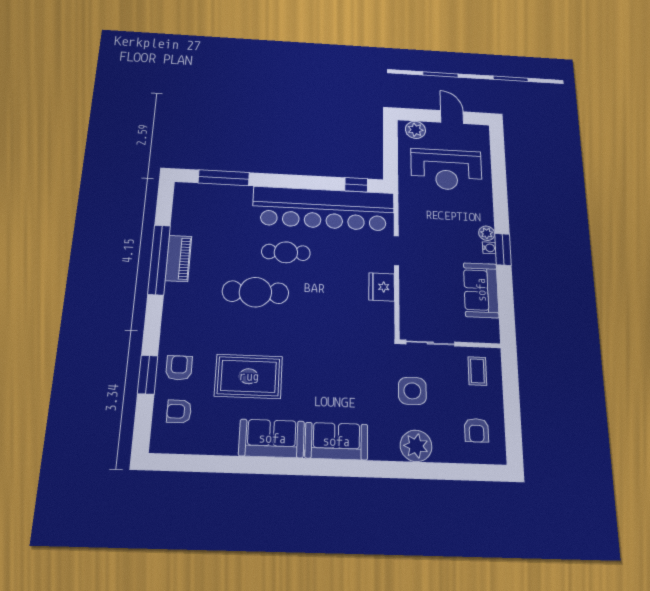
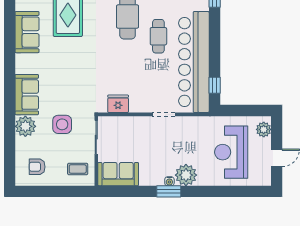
plant: (487, 233) -> (186, 175), width x1.87, depth x1.87
fridge: (382, 287) -> (118, 104), moved
sofa: (481, 290) -> (118, 174), moved
sofa: (336, 441) -> (27, 95), moved

